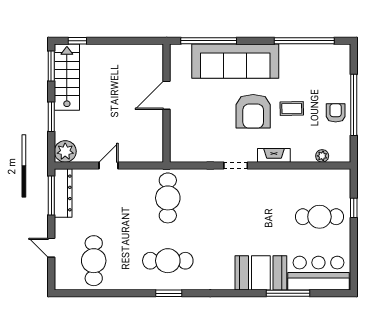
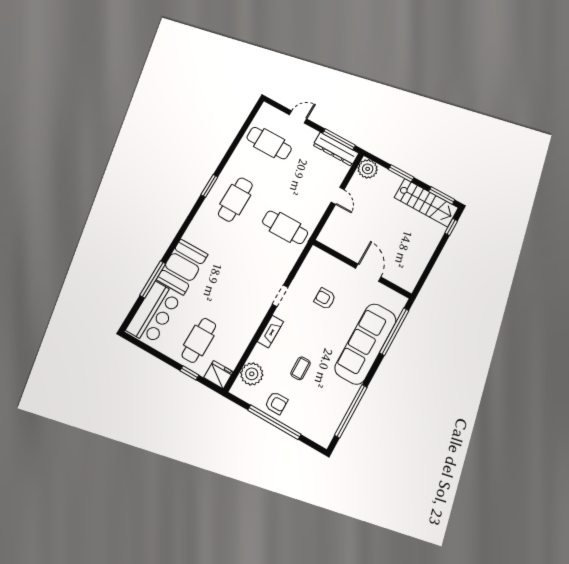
armchair: (253, 111) -> (325, 299), moved, width x0.53, depth x0.53
plant: (322, 156) -> (252, 374), width x1.88, depth x1.88
fridge: (340, 181) -> (218, 375), added

